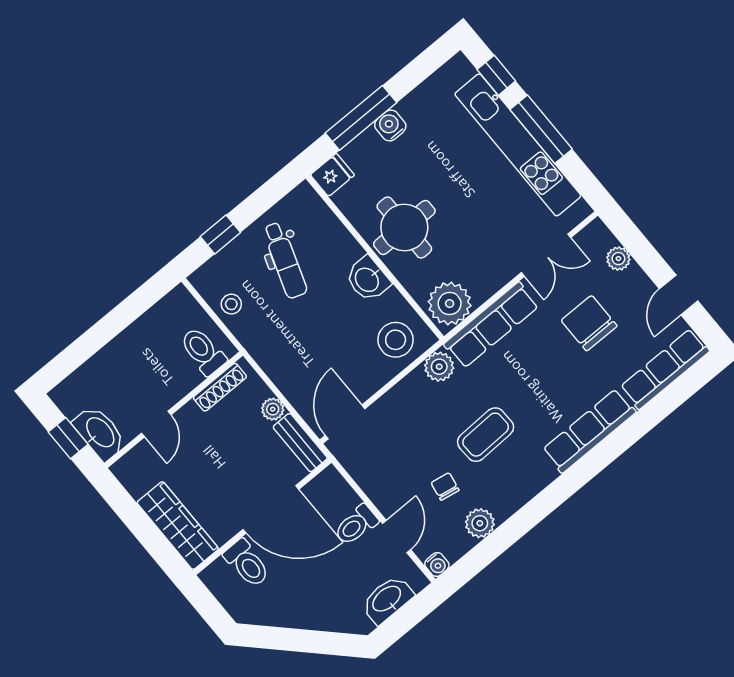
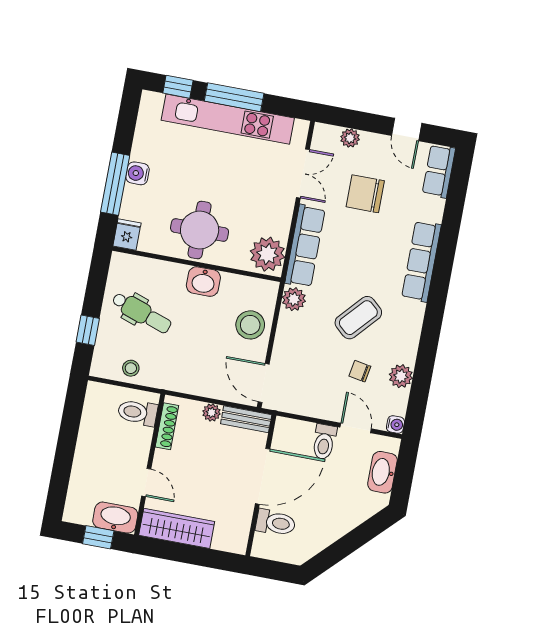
stool: (396, 340) -> (250, 325), moved
row of seats: (665, 369) -> (439, 171), width x0.68
coffee table: (486, 435) -> (358, 318), turned 44
wardrobe: (178, 526) -> (177, 528), moved

